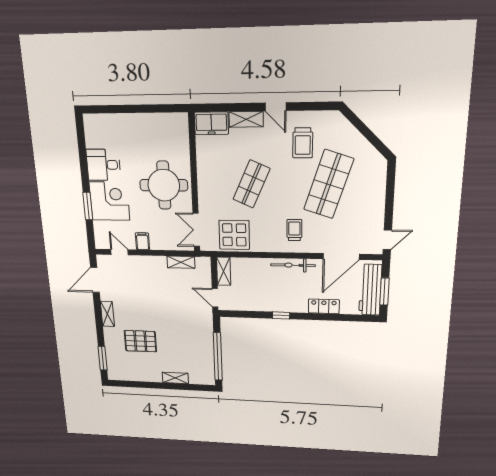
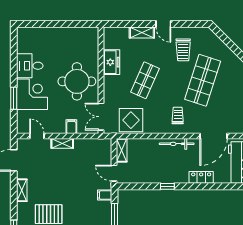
freezer: (211, 123) -> (111, 62), moved, turned -90
filing cabinet: (142, 241) -> (71, 127), moved
shelving: (181, 262) -> (62, 143), moved
filing cabinet: (205, 323) -> (105, 195), added

